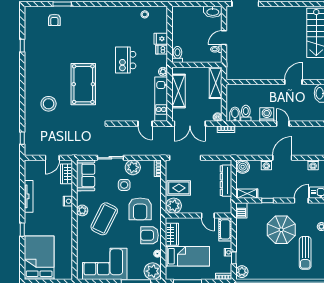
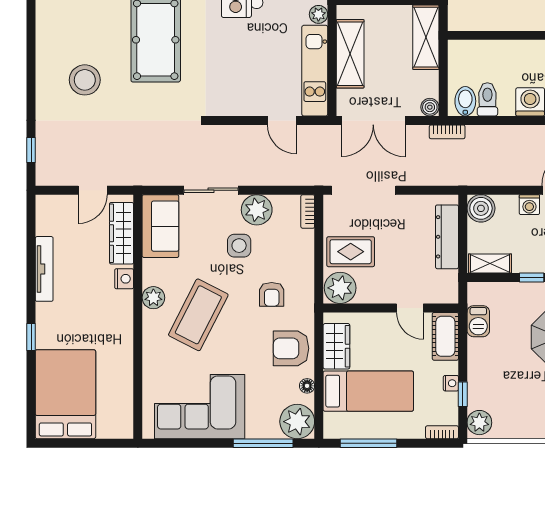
wardrobe: (67, 174) -> (122, 233), width x1.50
armchair: (140, 209) -> (272, 294), width x0.53, depth x0.53
barbecue: (241, 210) -> (478, 321), moved

